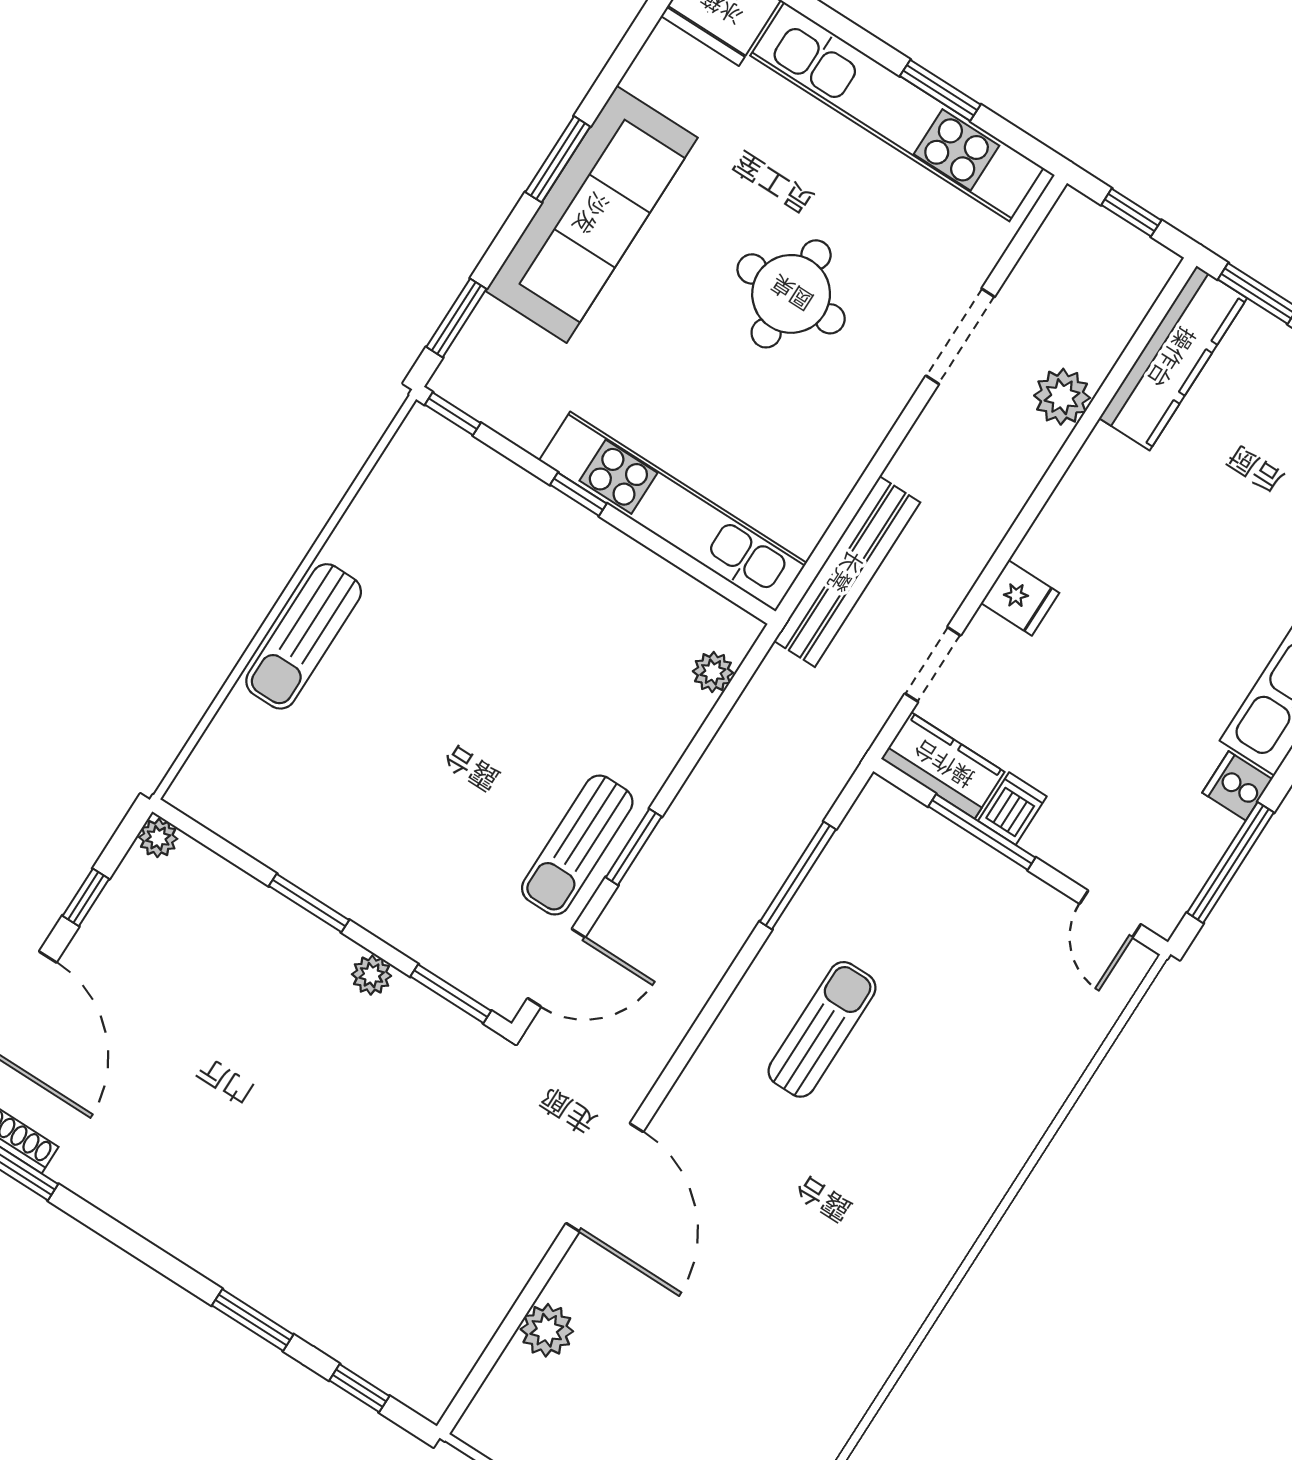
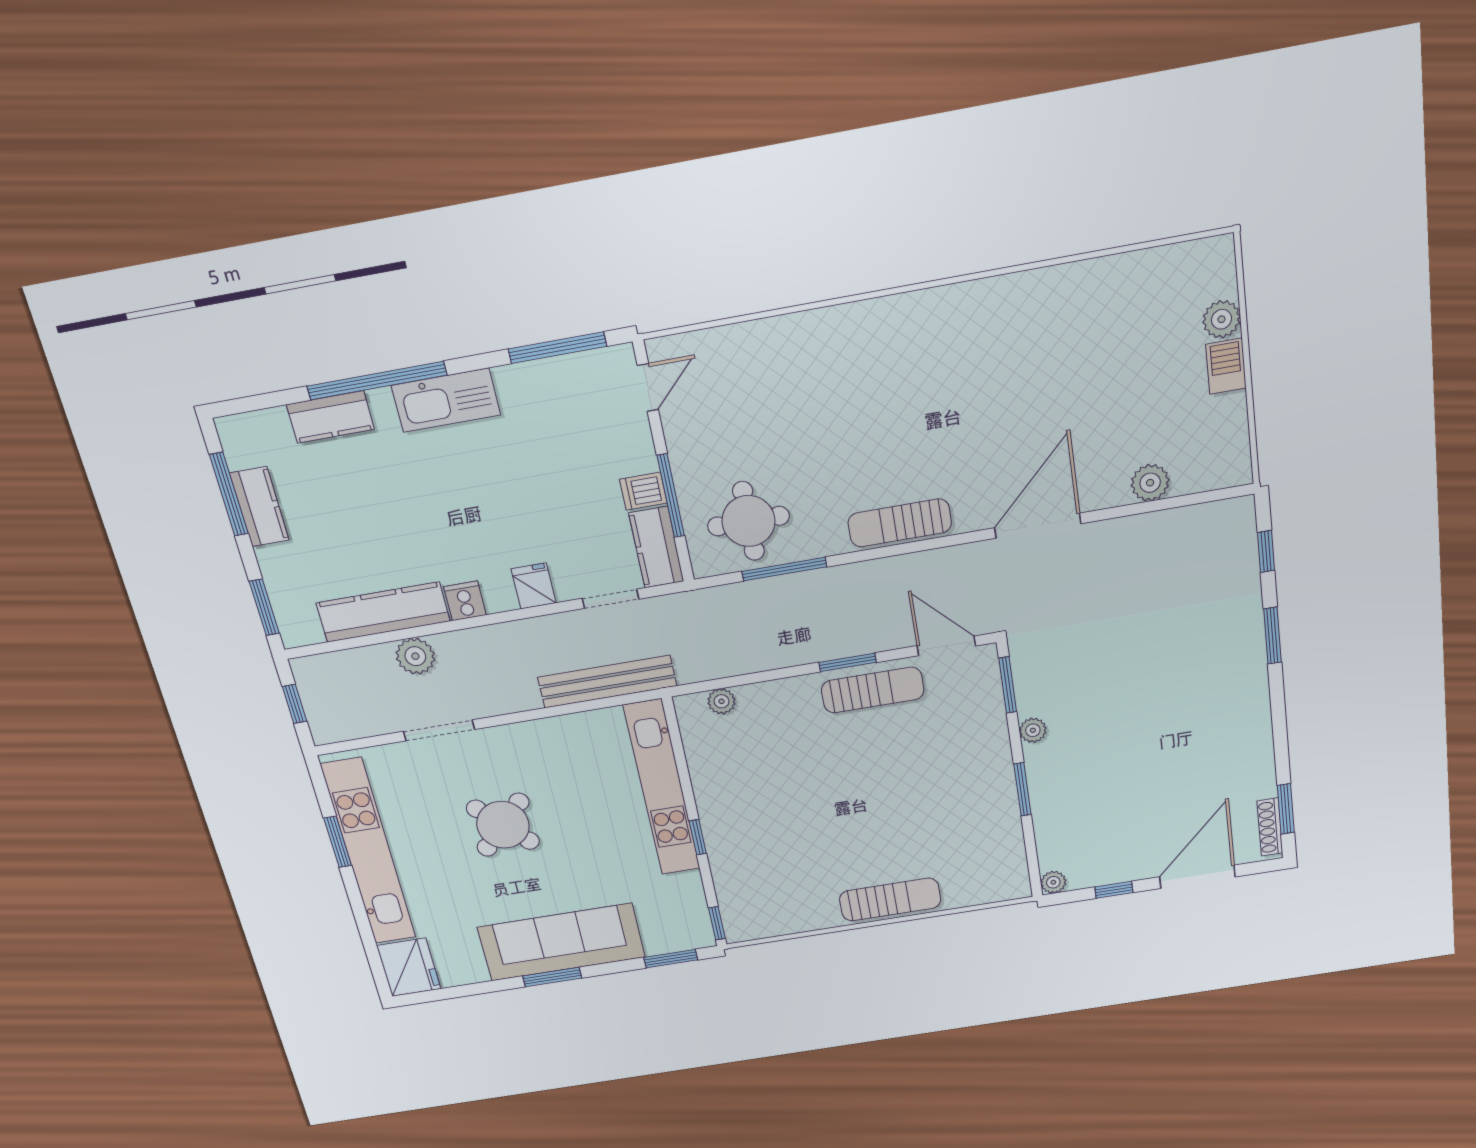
round table: (791, 294) -> (503, 825), turned 45
kitchen counter: (1173, 358) -> (383, 612), moved
cooker: (1237, 786) -> (465, 601), moved, turned 180
round table: (883, 886) -> (748, 521), added
sun lounger: (822, 1029) -> (900, 523), moved

